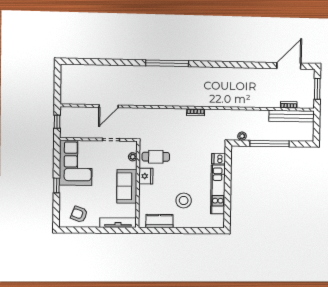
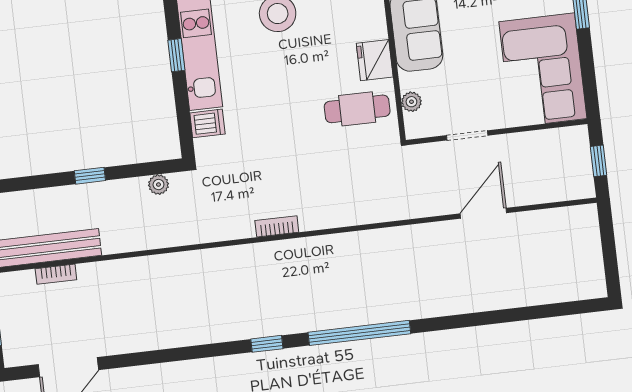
window: (206, 64) -> (267, 344), added
window: (270, 144) -> (90, 176), width x0.32
window: (228, 189) -> (176, 55), added

